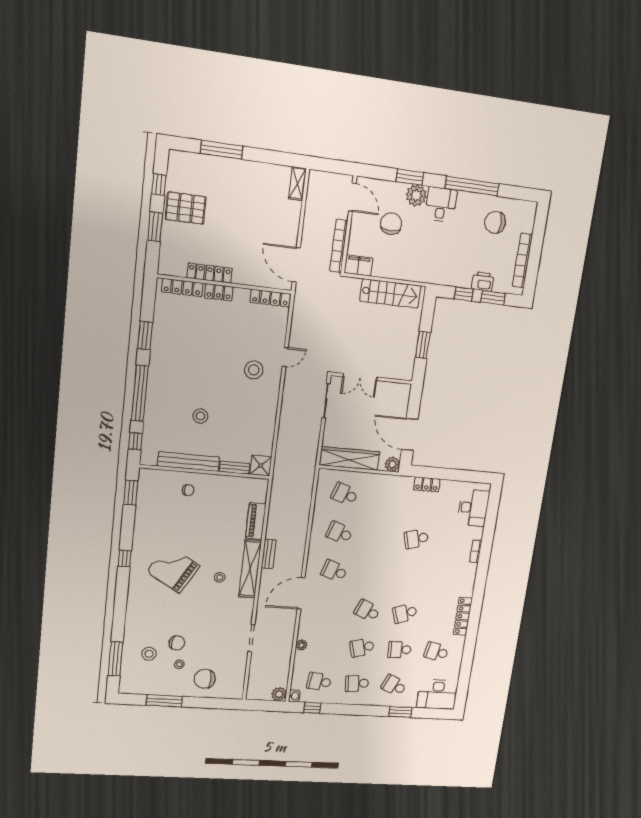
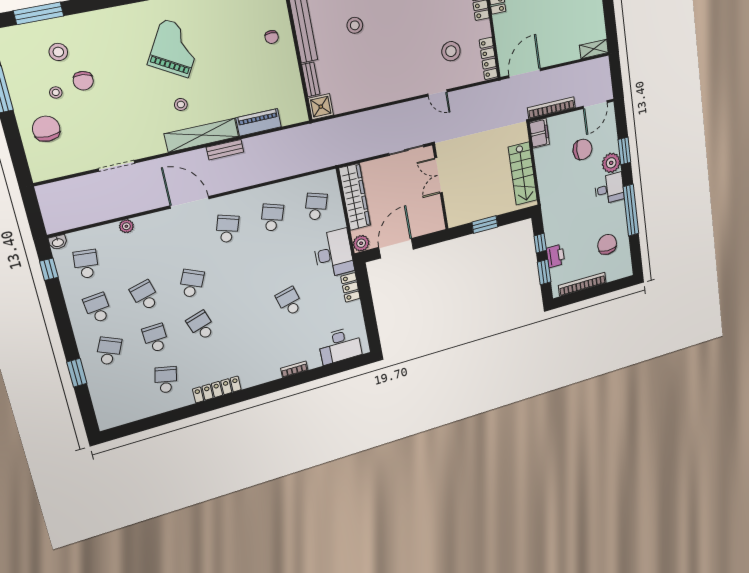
stool: (254, 370) -> (451, 51), moved
plant: (279, 694) -> (54, 224), removed
desk: (437, 694) -> (333, 254), moved, turned 180

